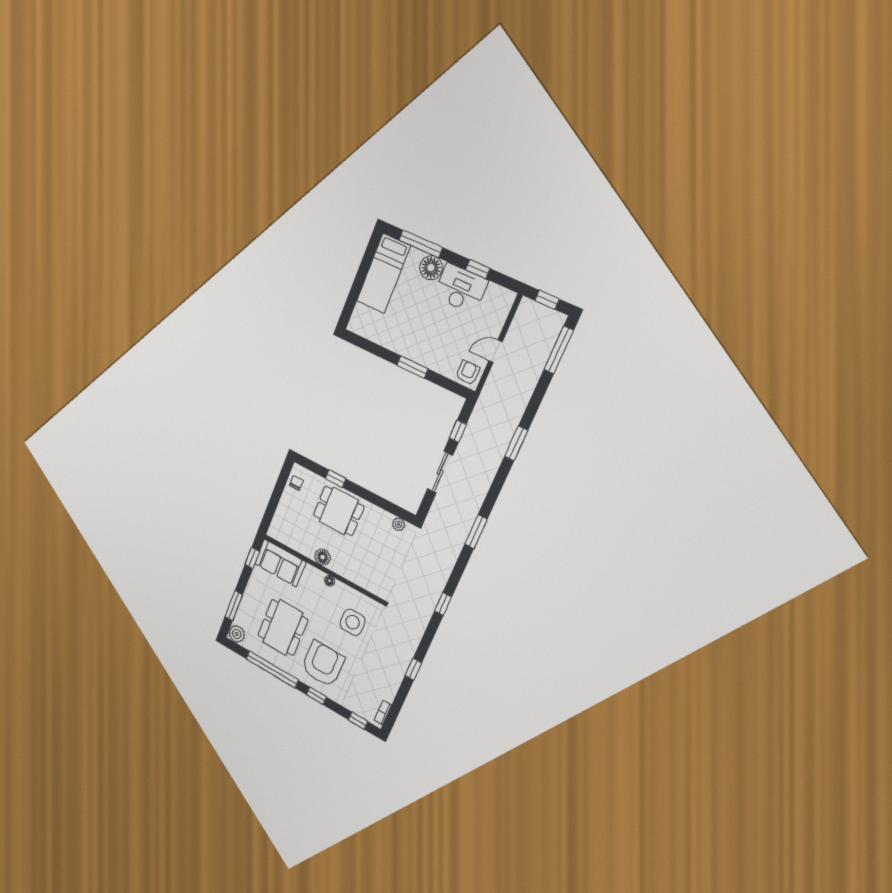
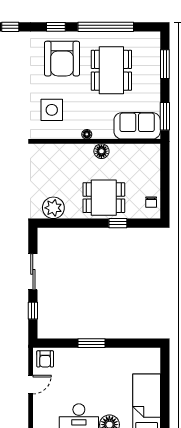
plant: (399, 524) -> (53, 208), width x1.88, depth x1.88
window: (252, 558) -> (165, 116), width x1.50
plant: (237, 634) -> (152, 40), removed

